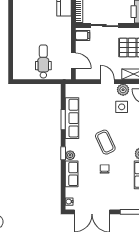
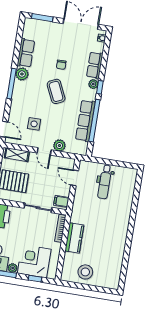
plant: (123, 90) -> (59, 146), moved
window: (63, 120) -> (94, 121), width x2.11

